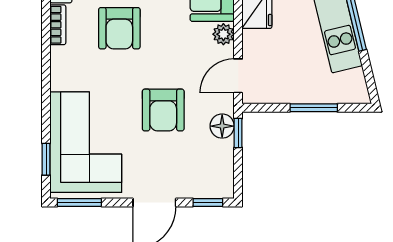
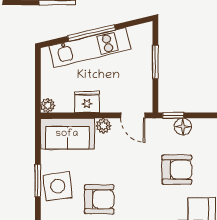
armchair: (163, 110) -> (177, 170), moved
floor lamp: (222, 126) -> (183, 127), moved

